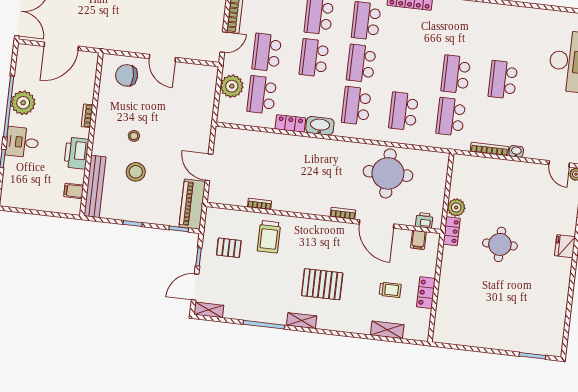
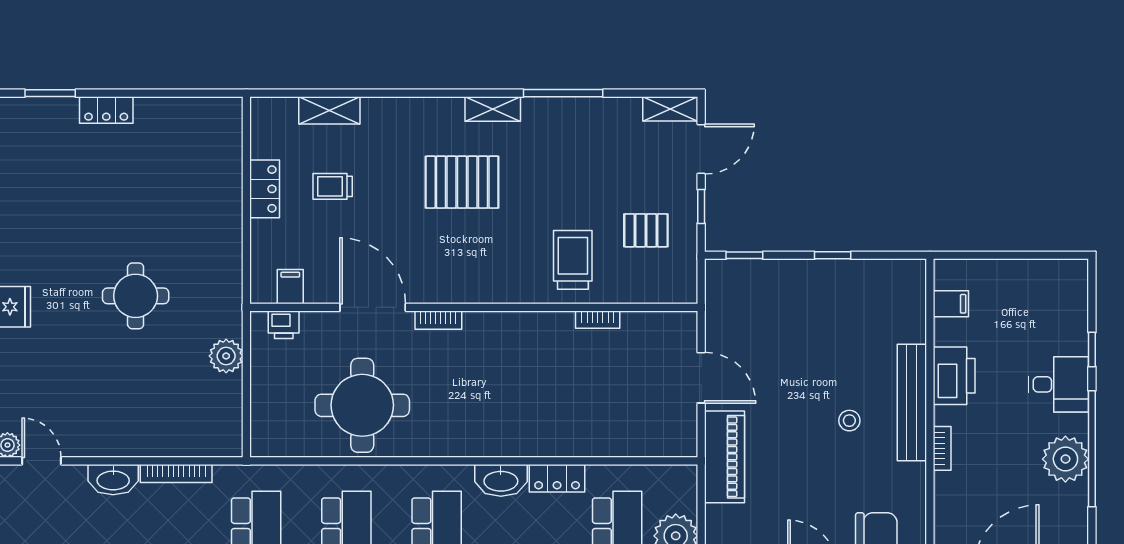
washbasin: (516, 151) -> (113, 480), width x1.91, depth x1.45
stool: (136, 172) -> (838, 353), removed
bench: (95, 186) -> (912, 403), moved
piano: (192, 204) -> (725, 457), moved
locker: (452, 231) -> (106, 110), moved, turned -90

